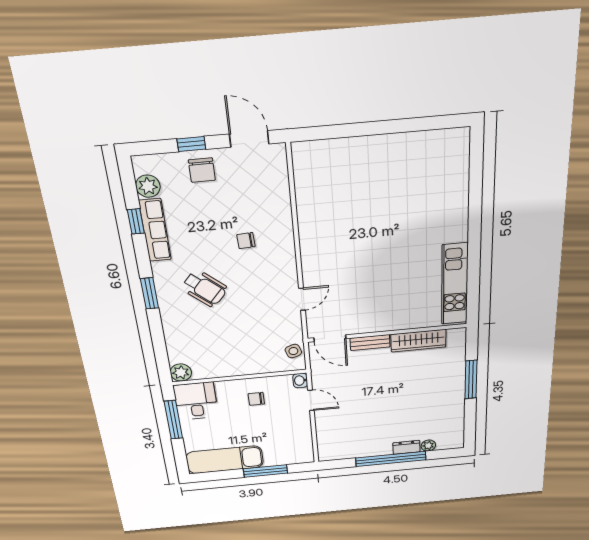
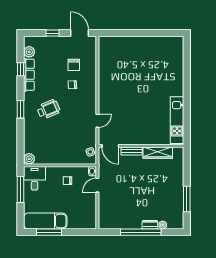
chair: (202, 170) -> (74, 65), moved
wheelchair: (205, 288) -> (49, 109), turned -64
window: (471, 380) -> (187, 199), moved
door: (311, 400) -> (97, 185), swing flipped
window: (266, 471) -> (49, 232), moved

